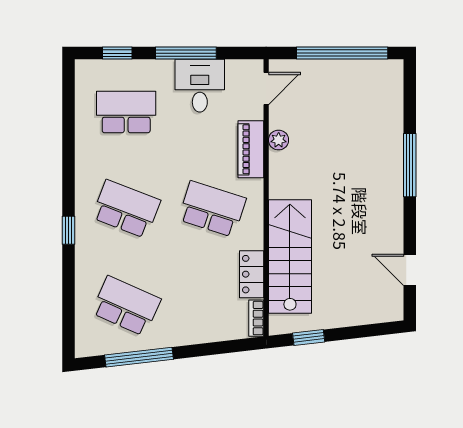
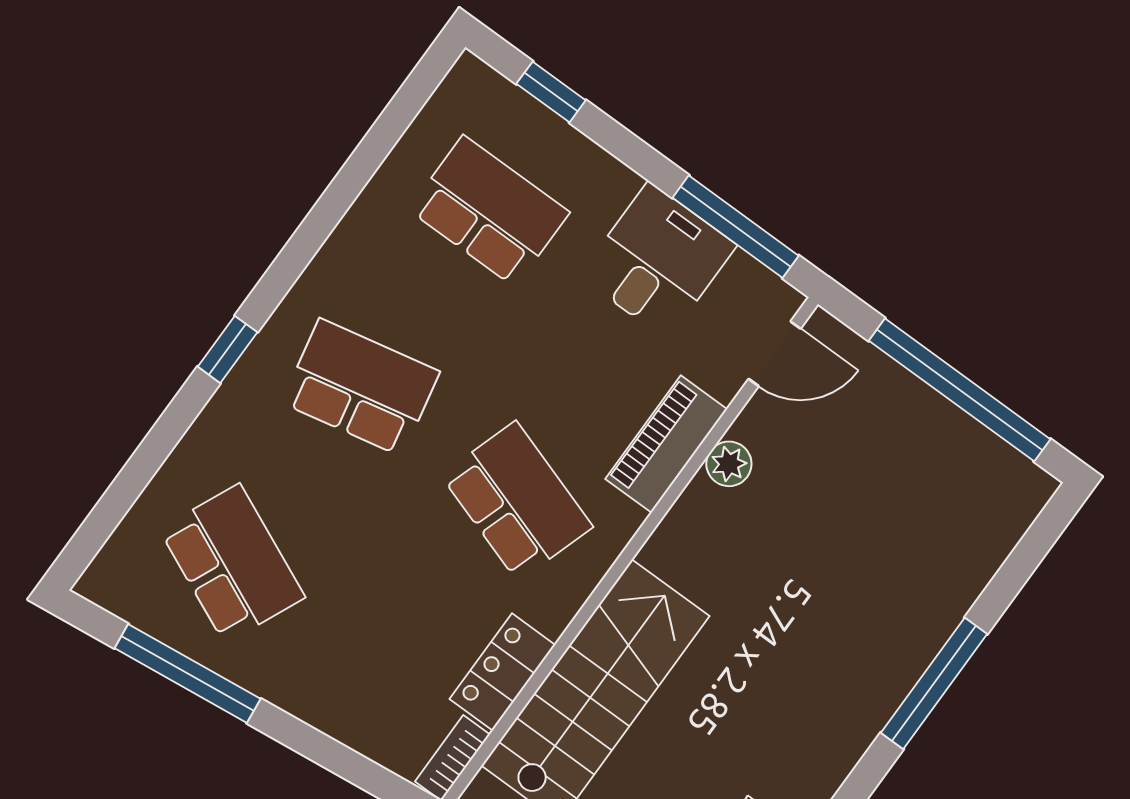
window: (186, 53) -> (736, 227), moved
school desk: (126, 209) -> (361, 387), turned -33

